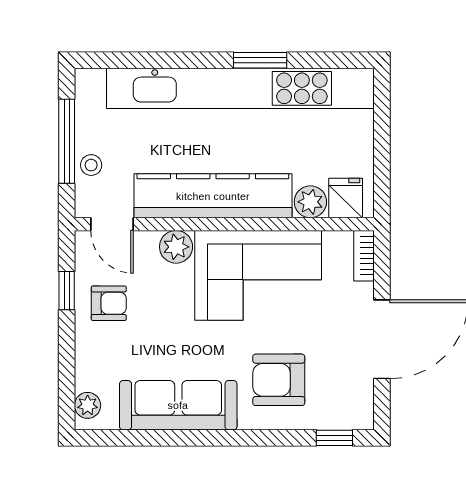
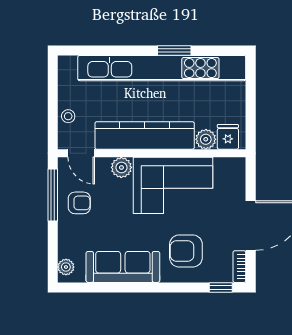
window: (67, 141) -> (53, 101), removed
bookcase: (364, 256) -> (239, 267), moved
window: (67, 291) -> (53, 195), width x2.17

